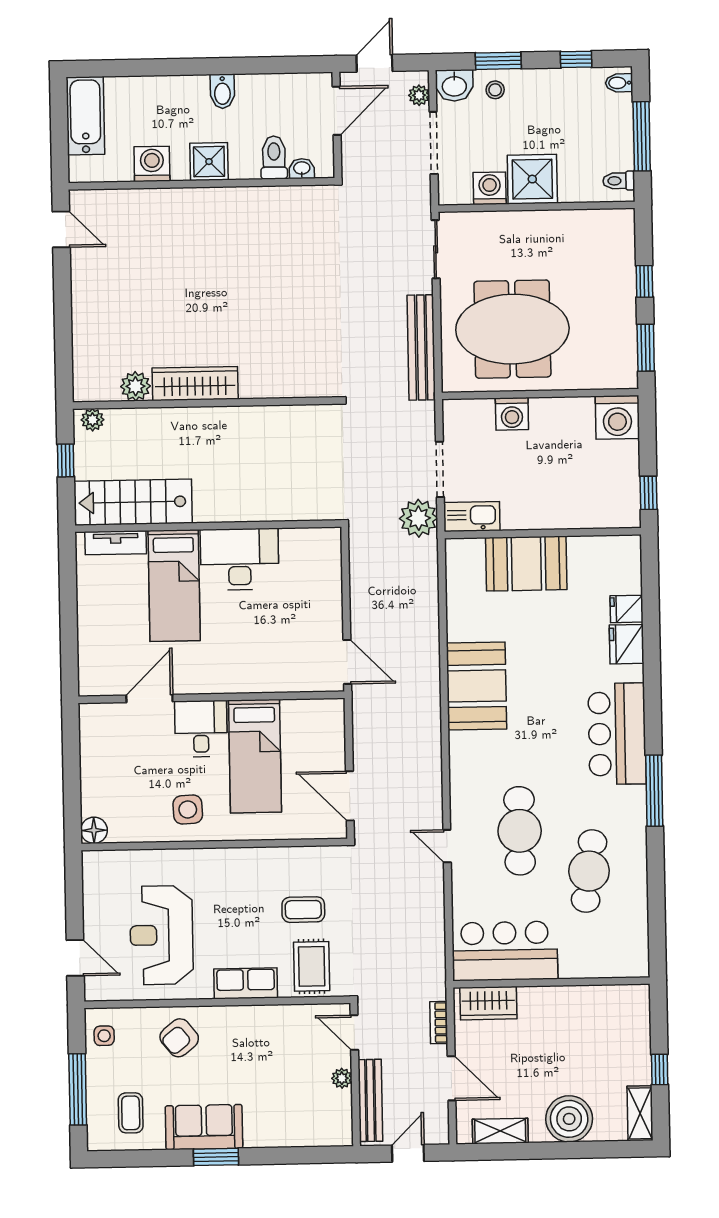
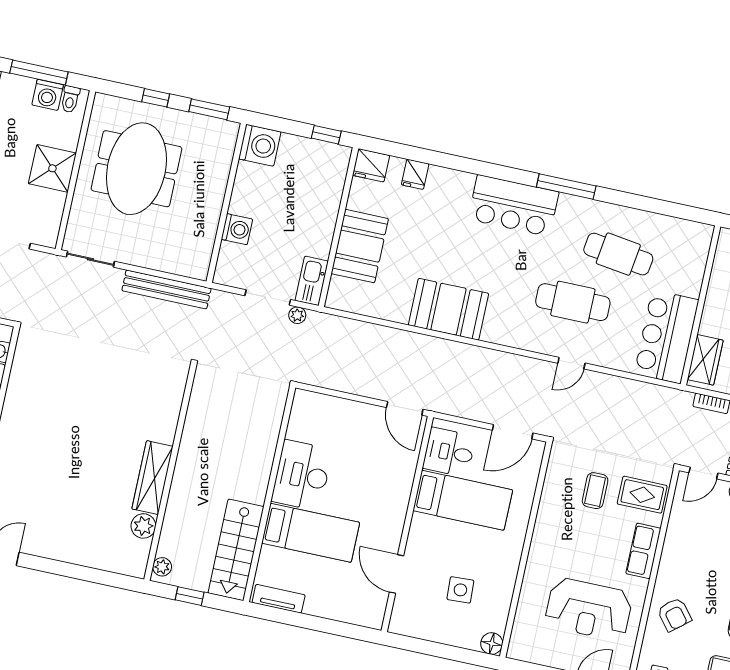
washing machine: (490, 188) -> (48, 95), moved, turned -90
meeting table: (512, 329) -> (136, 169), moved
plant: (419, 518) -> (297, 315), width x0.53, depth x0.53
tv unit: (116, 543) -> (279, 599), moved, turned -90
fridge: (627, 644) -> (371, 165), moved
door: (347, 662) -> (405, 408), swing flipped
desk: (201, 729) -> (449, 452), moved
side table: (188, 810) -> (460, 590), moved

